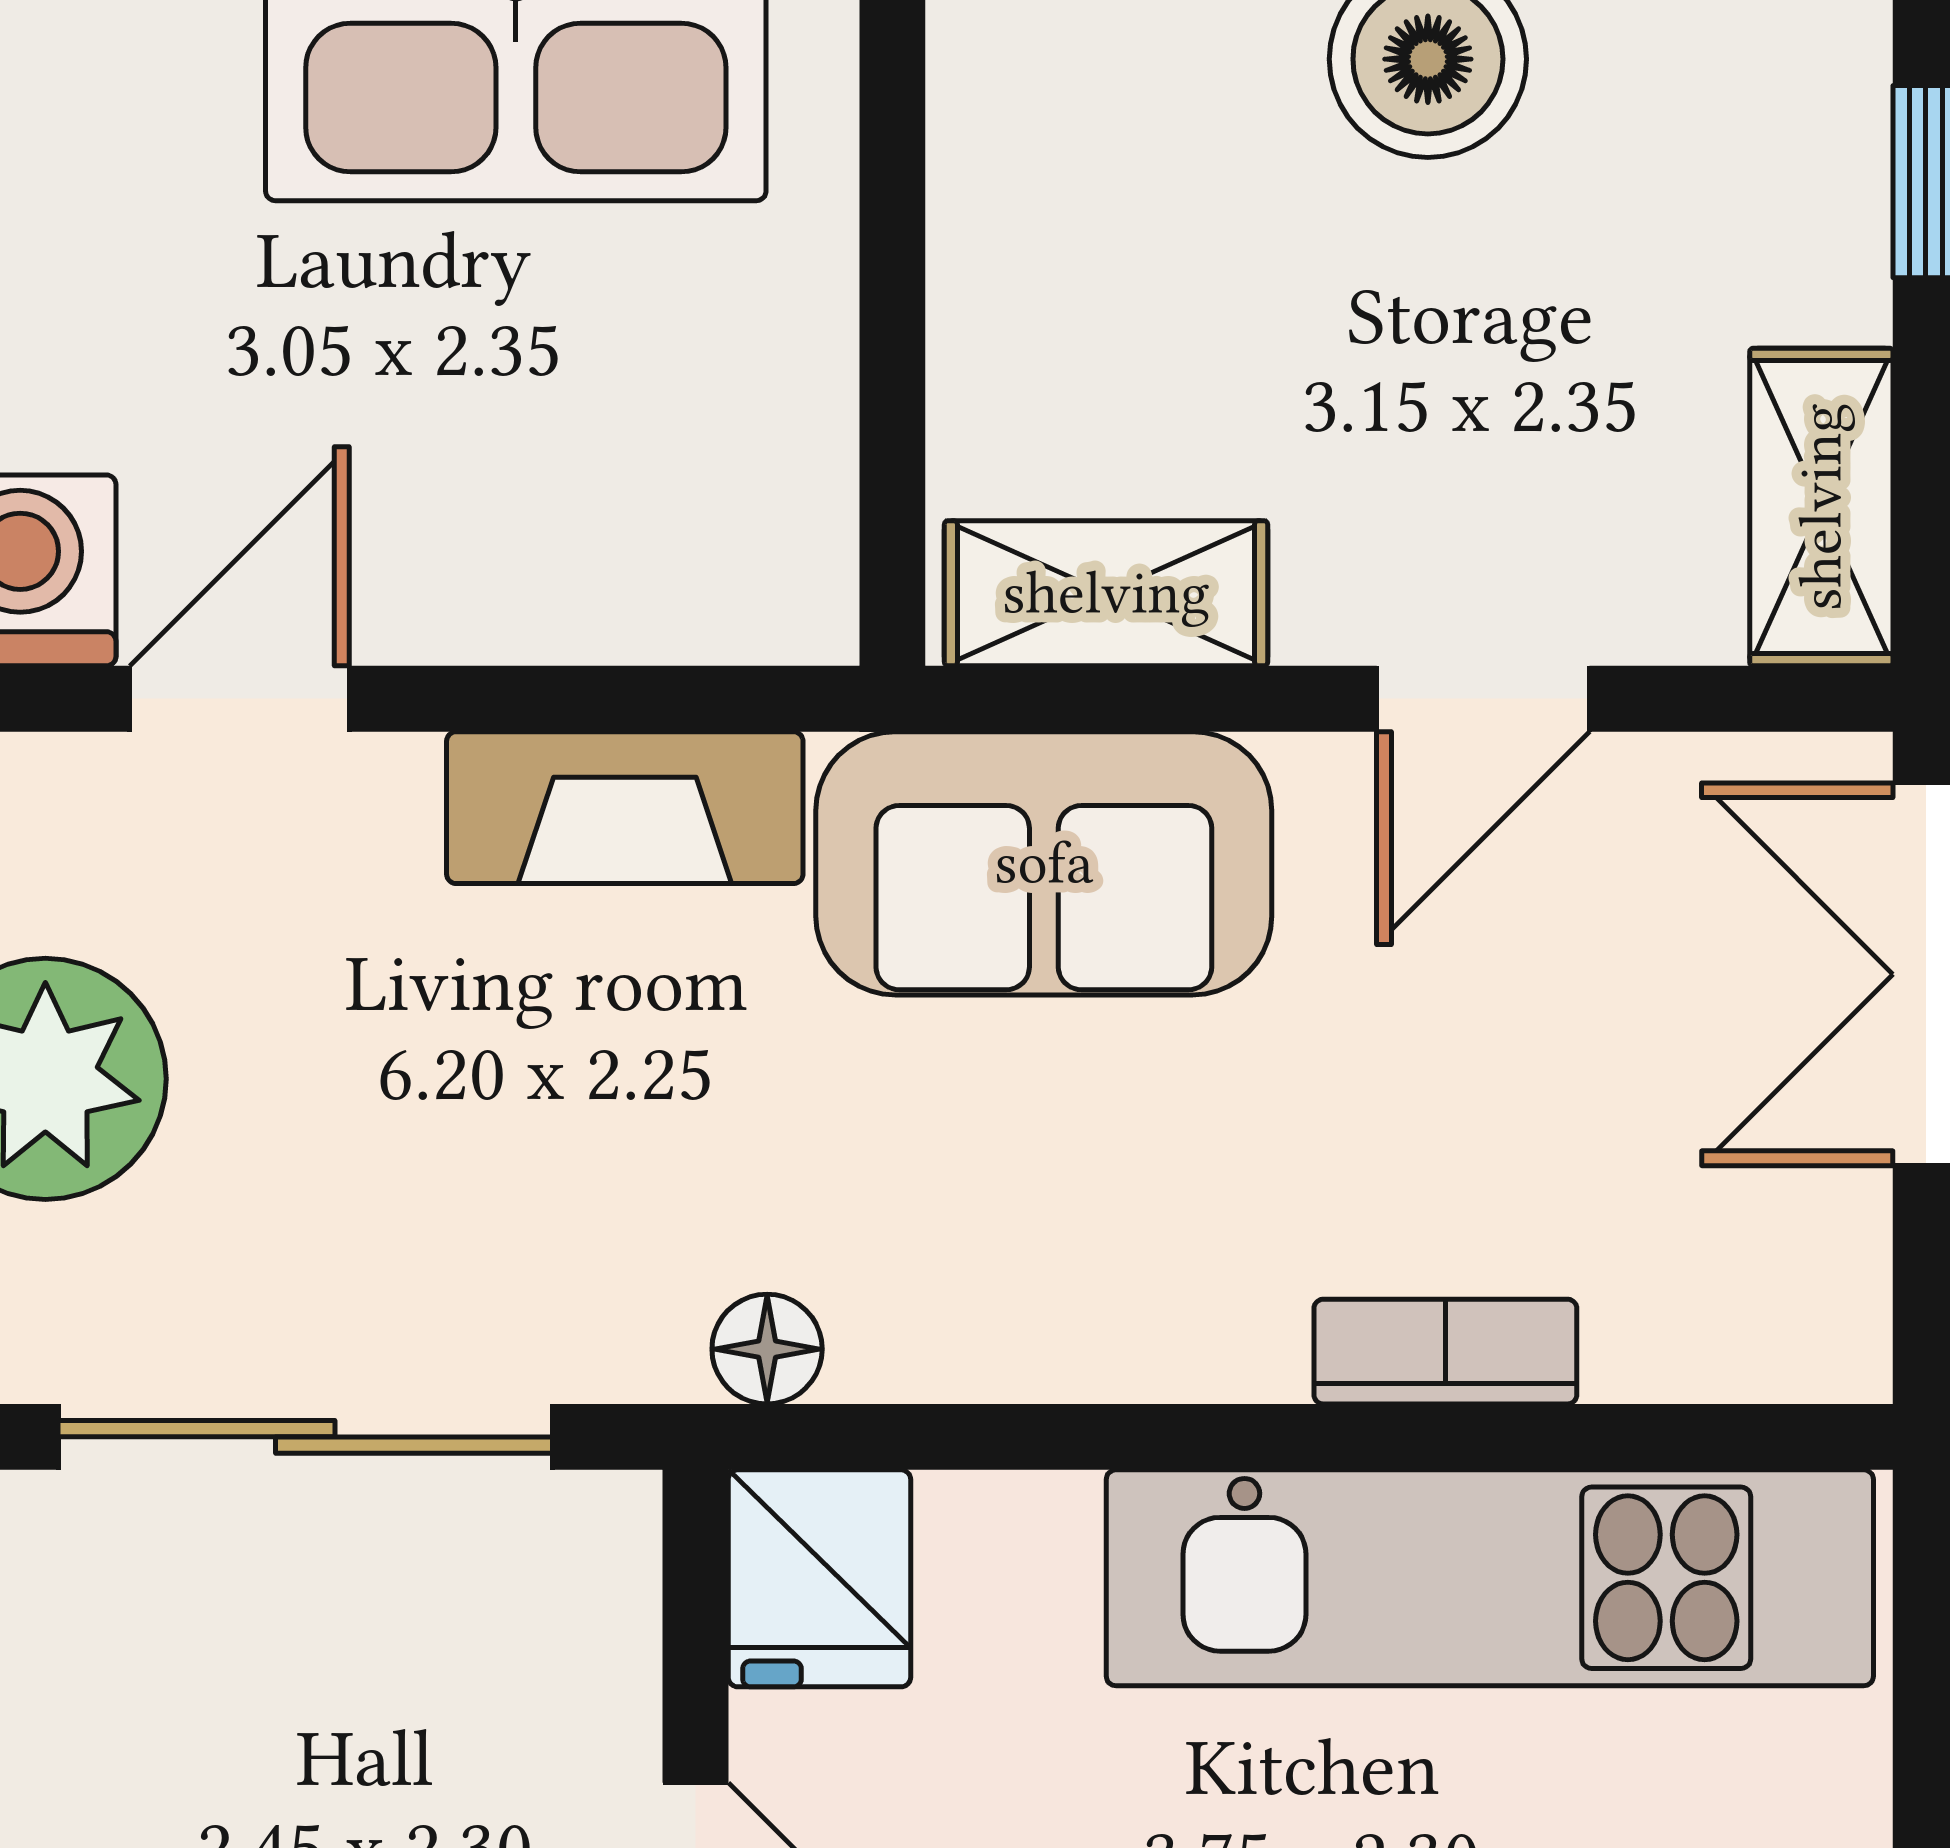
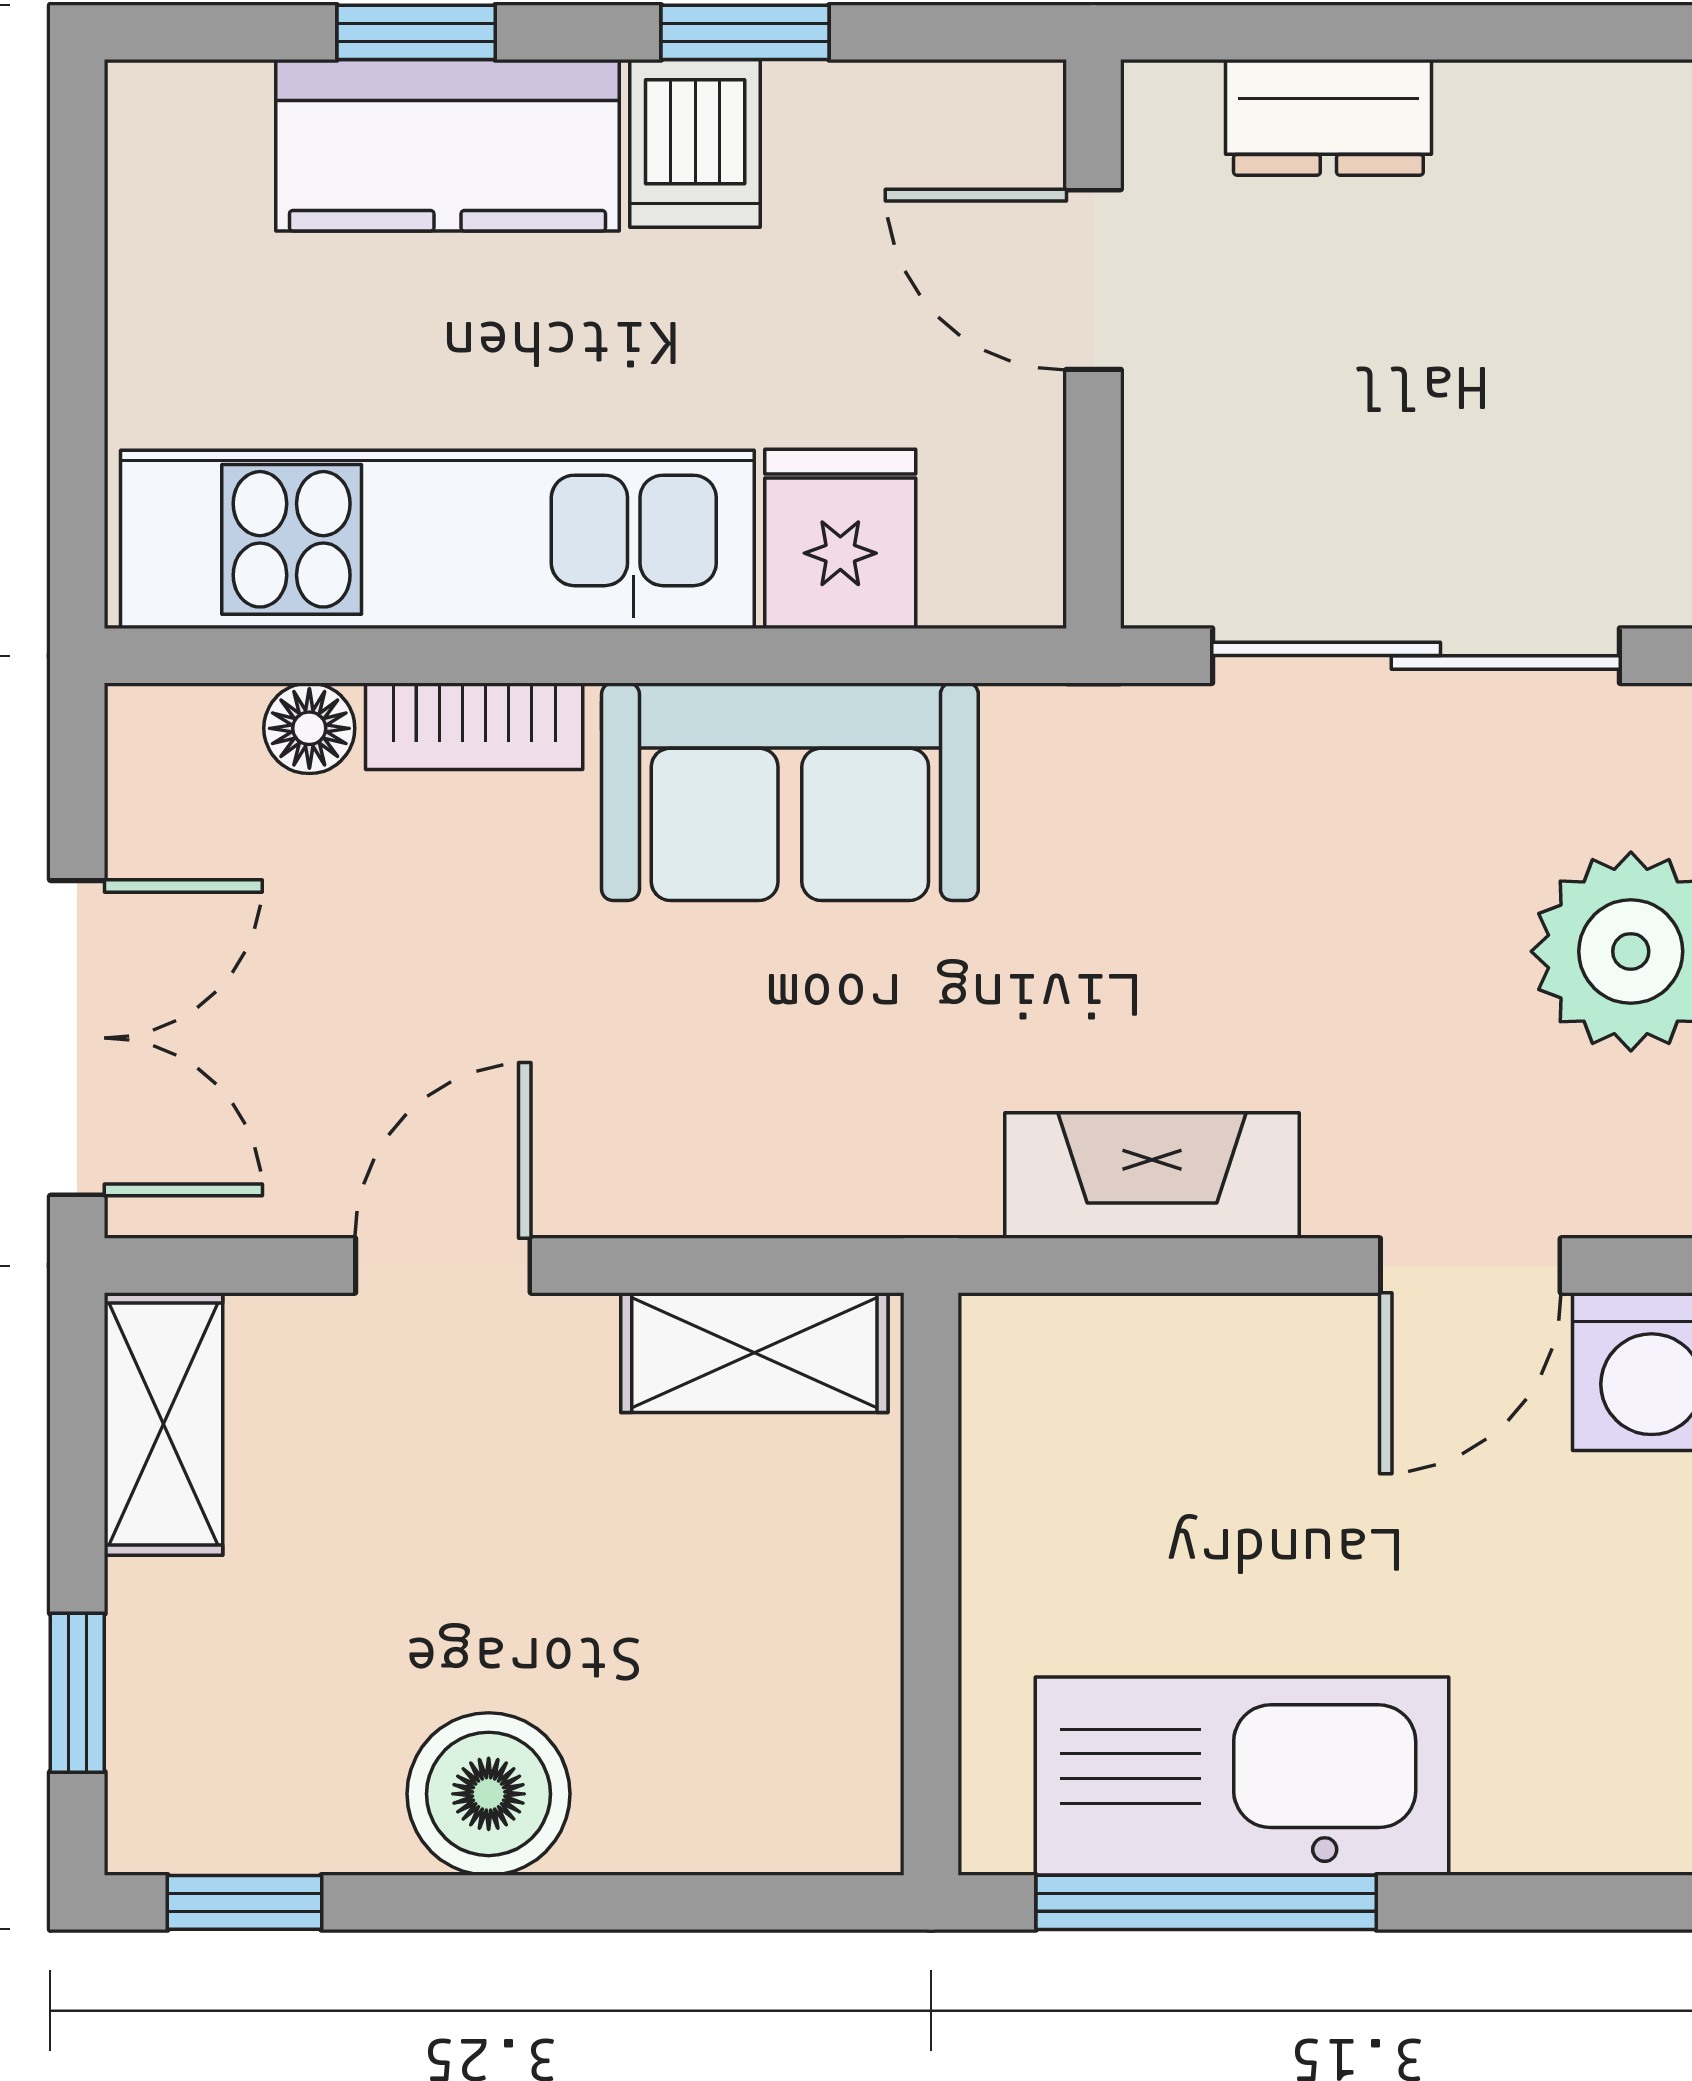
sofa: (1044, 863) -> (790, 792), moved, turned 180
floor lamp: (767, 1349) -> (309, 728), moved
fridge: (819, 1578) -> (840, 539), moved

